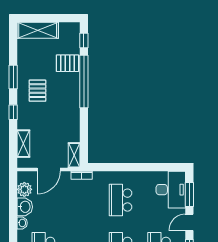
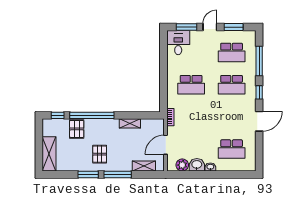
pallet: (37, 91) -> (100, 154), turned 90
window: (13, 112) -> (118, 174), width x2.17
shelving: (74, 155) -> (130, 123), moved
door: (49, 169) -> (166, 145), swing flipped
desk: (171, 190) -> (178, 43), width x0.73
door: (189, 222) -> (210, 27), swing flipped

